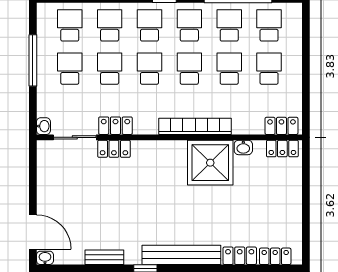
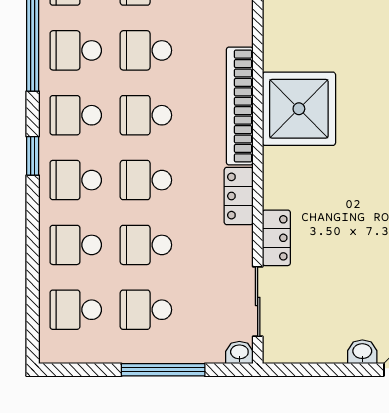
window: (33, 60) -> (163, 370), moved
locker: (115, 126) -> (239, 196), moved
washbasin: (243, 147) -> (362, 352), moved, turned -90
shower: (210, 163) -> (299, 109), moved

